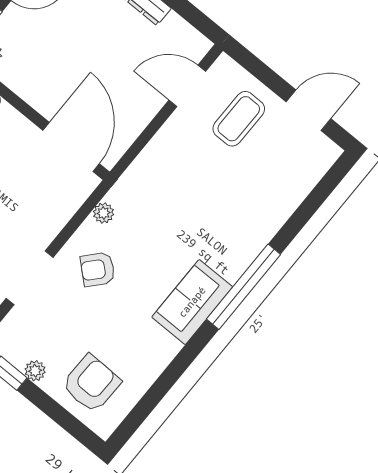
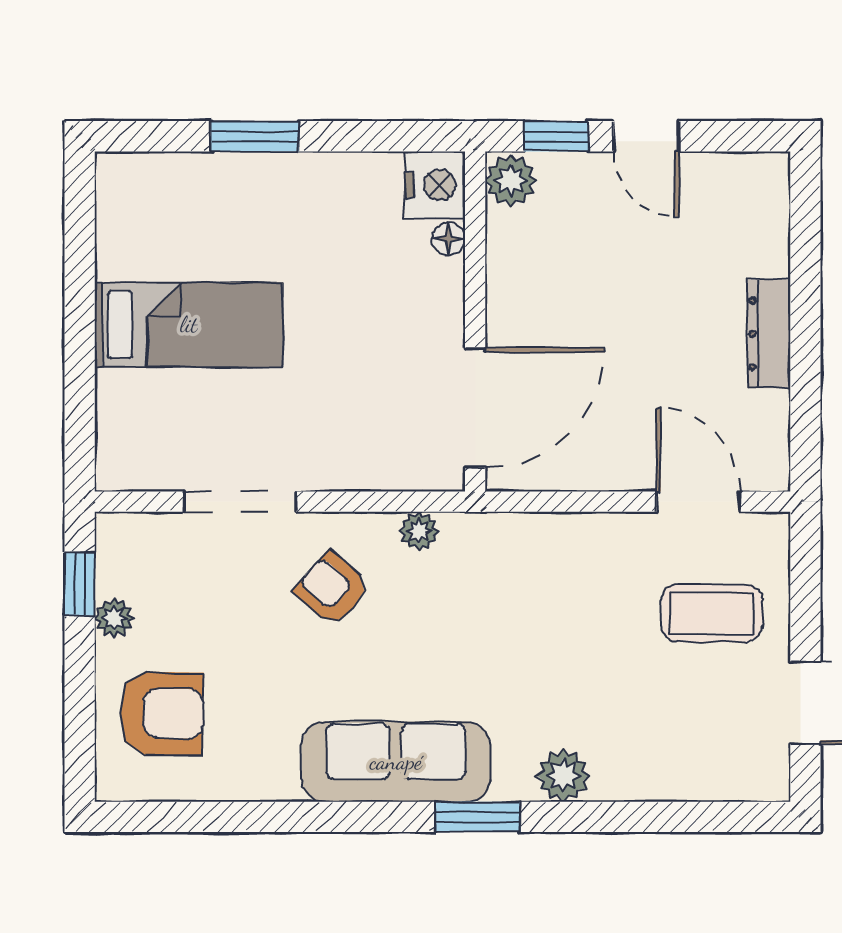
plant: (256, 237) -> (563, 776), added
window: (243, 287) -> (478, 817), width x0.47
sofa: (192, 302) -> (396, 762), width x1.36

